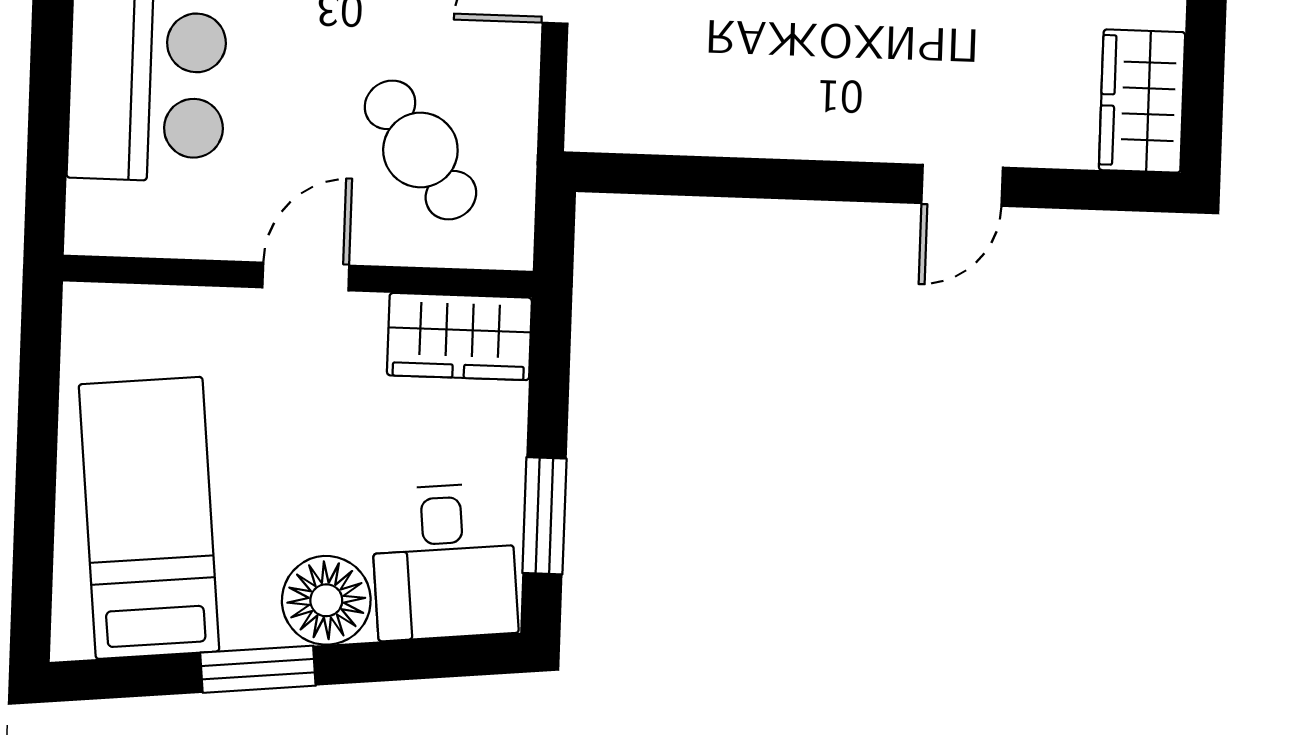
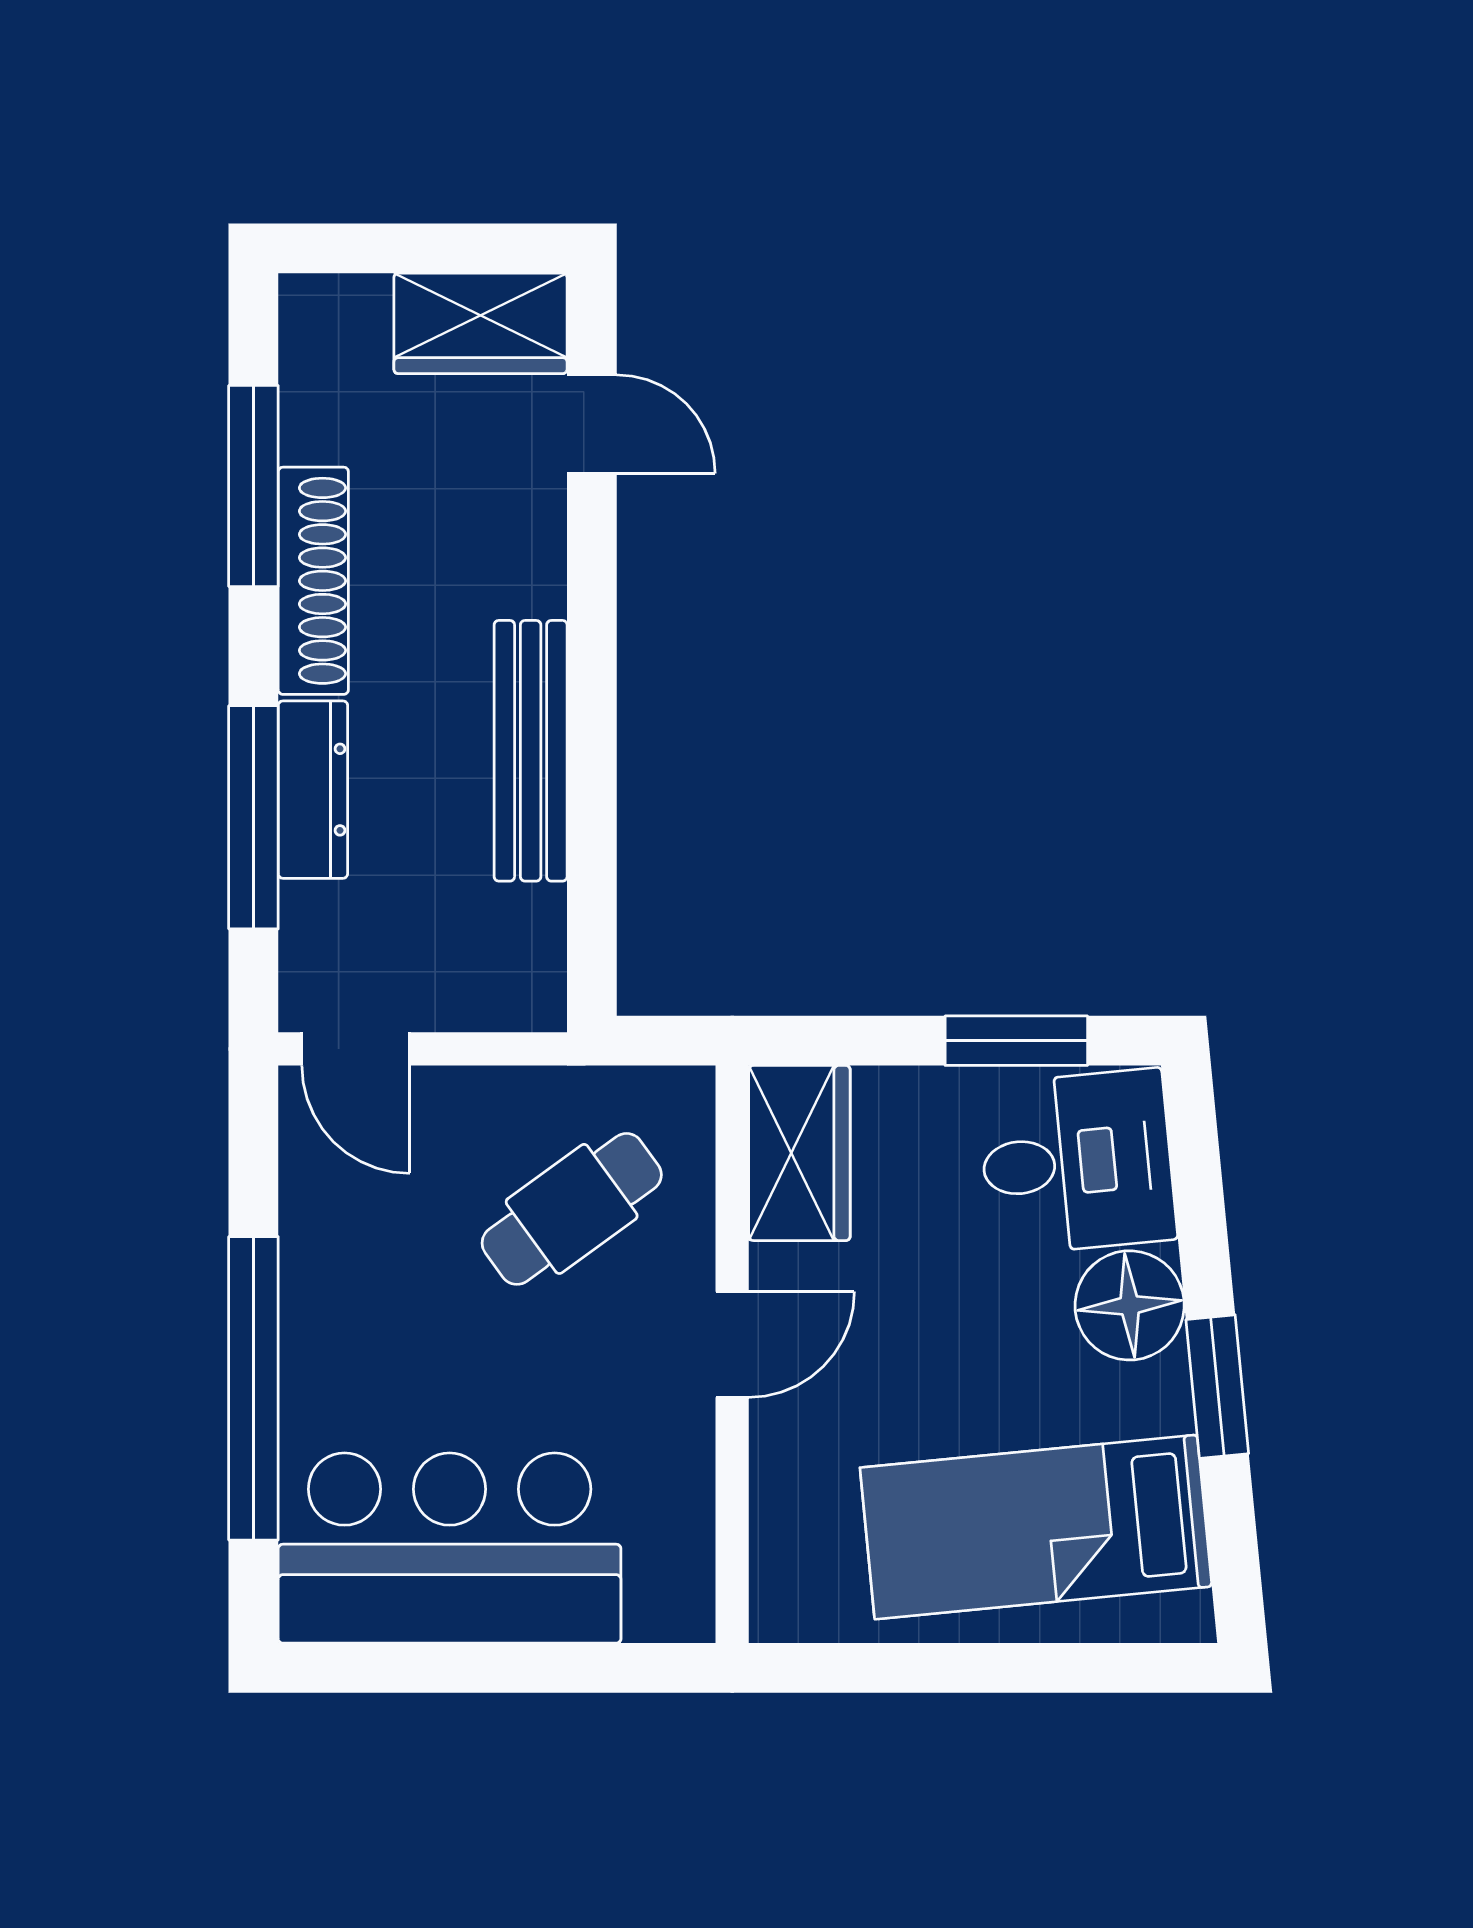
bench: (794, 130) -> (531, 751), added
door: (962, 185) -> (592, 424), moved
door: (306, 276) -> (732, 1344), swing flipped

